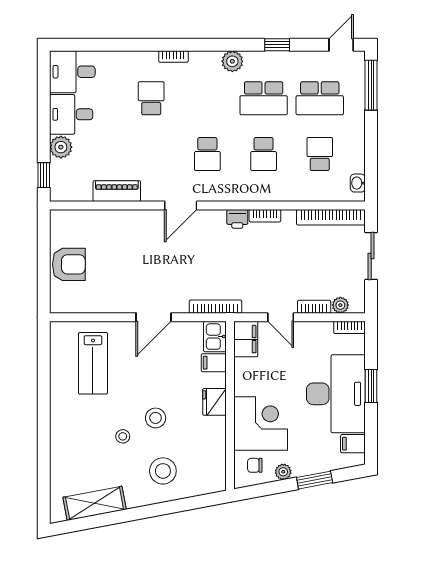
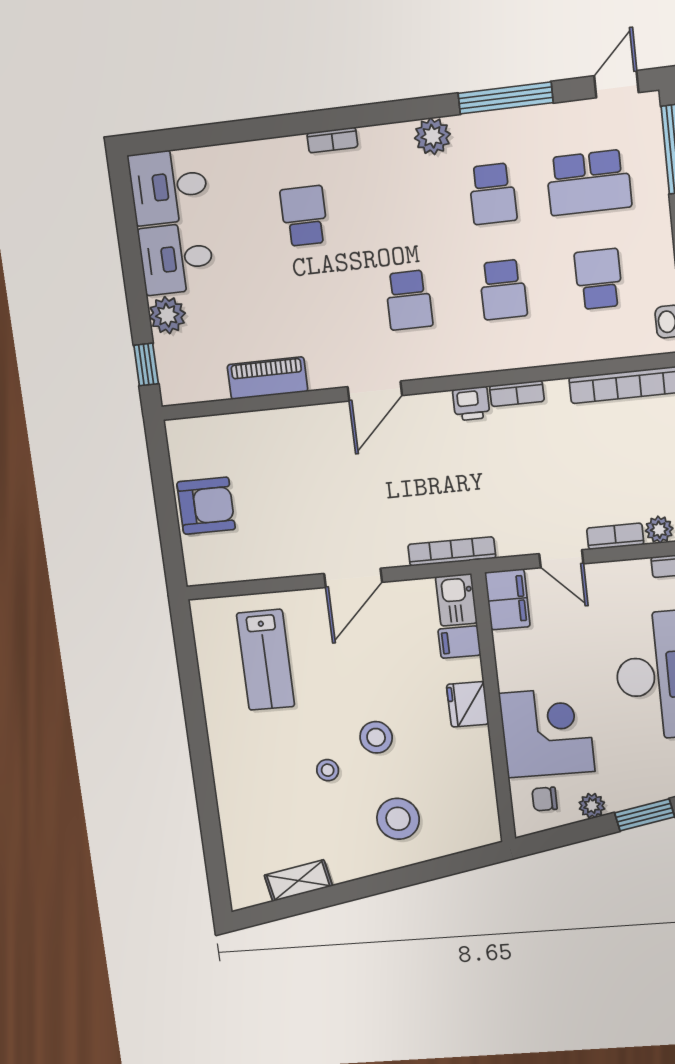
window: (277, 45) -> (505, 98), width x2.17
school desk: (264, 98) -> (493, 194), width x0.54
shelving: (95, 503) -> (298, 881), width x0.67, depth x0.75

